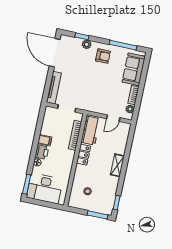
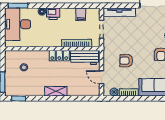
armchair: (102, 91) -> (126, 61), added
filing cabinet: (45, 140) -> (81, 14), moved

